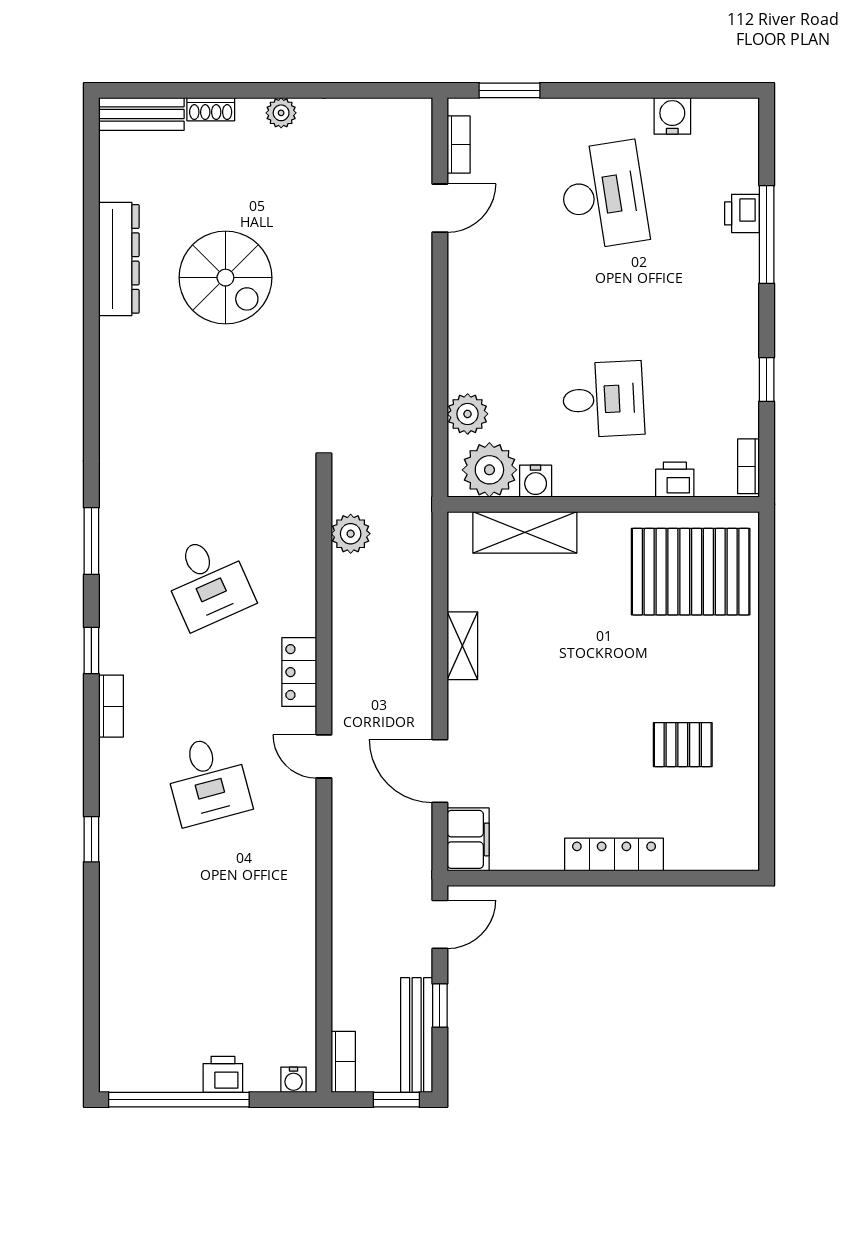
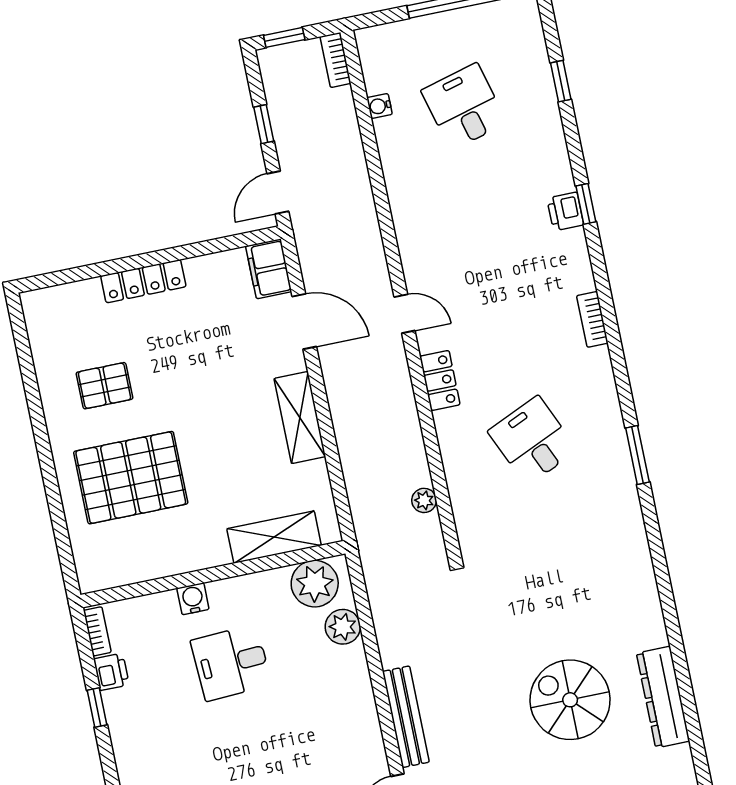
printer: (675, 480) -> (111, 672), moved, turned -90
water cooler: (536, 481) -> (193, 599), moved
plant: (351, 534) -> (424, 500), width x0.73, depth x0.73
pallet: (691, 572) -> (131, 478), moved
shelving: (462, 646) -> (300, 418), width x1.50, depth x1.33
window: (91, 650) -> (561, 81), moved
desk: (208, 780) -> (464, 107), moved
bench: (417, 1035) -> (406, 717), moved
printer: (223, 1074) -> (565, 211), moved, turned 90
water cooler: (294, 1080) -> (379, 106), moved, turned -90

